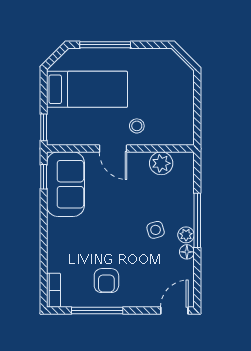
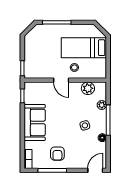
bed: (87, 89) -> (84, 48), moved, turned 180
sofa: (66, 184) -> (35, 122), moved
plant: (186, 235) -> (102, 105), moved

